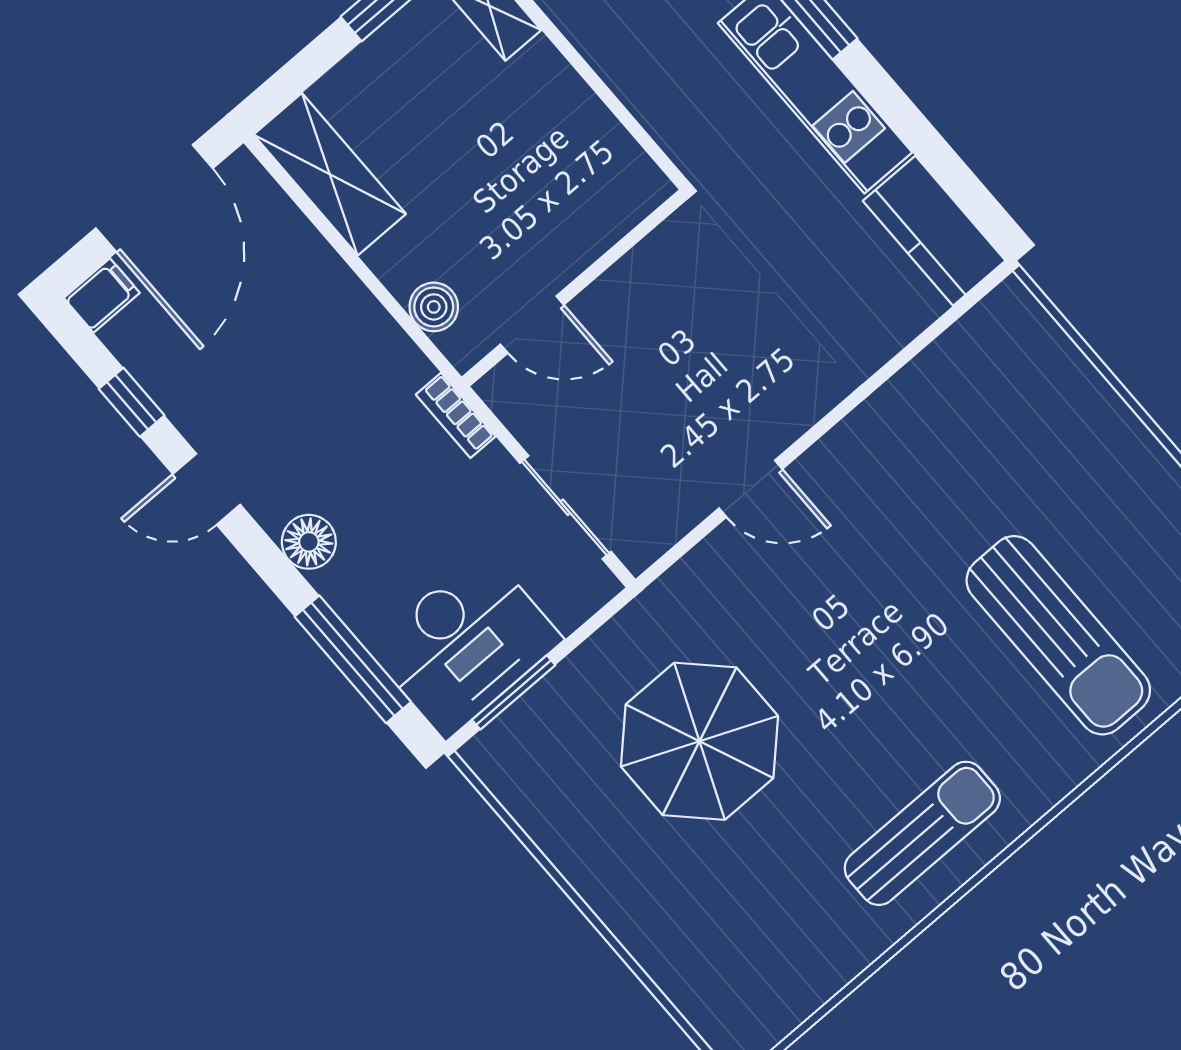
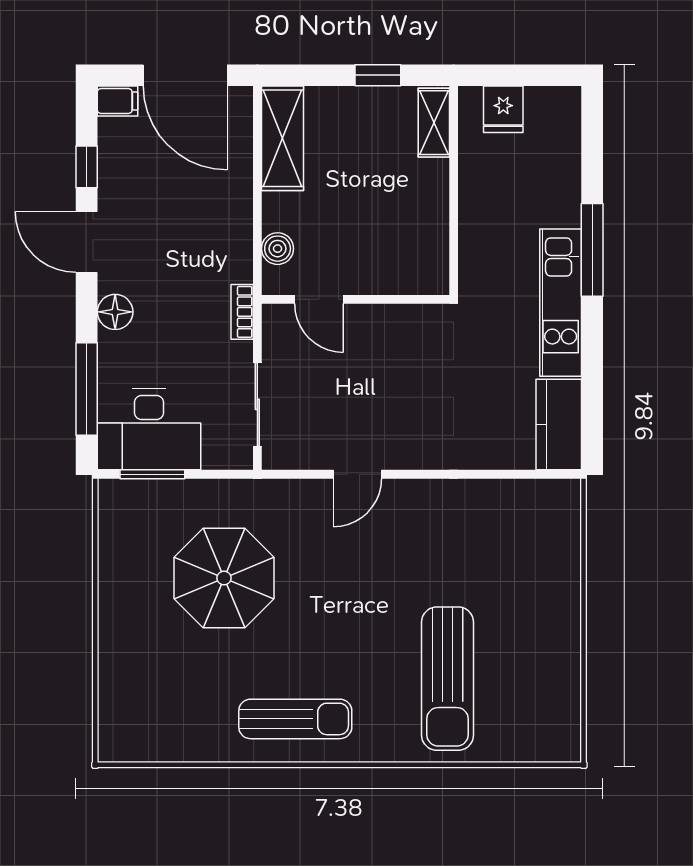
door: (154, 198) -> (185, 75), hinge flipped
door: (206, 489) -> (87, 242), width x1.38
door: (751, 489) -> (357, 474), hinge flipped

